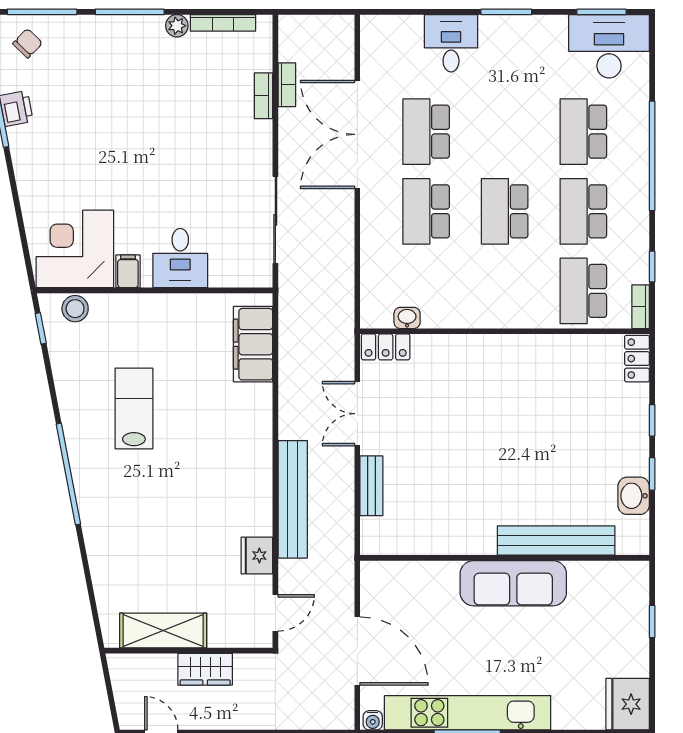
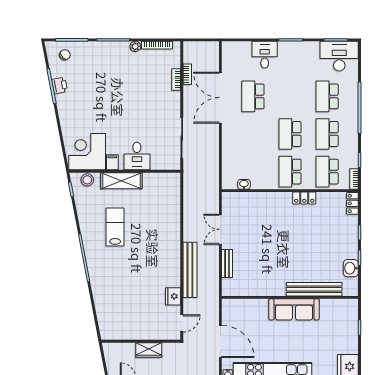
school desk: (426, 211) -> (290, 172), moved
filing cabinet: (253, 344) -> (171, 197), removed
locker: (386, 347) -> (304, 198), moved
shelving: (163, 631) -> (121, 181), moved

